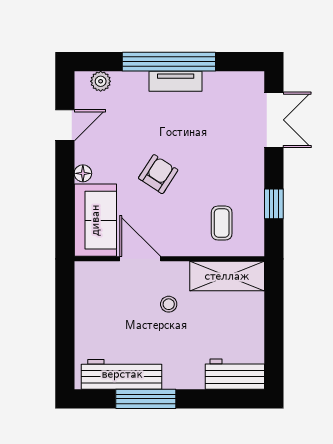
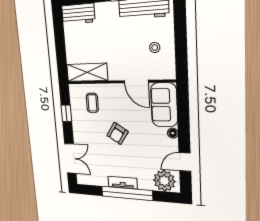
plant: (101, 81) -> (164, 181), width x1.88, depth x1.88
double door: (274, 120) -> (70, 158), swing flipped
armchair: (158, 174) -> (117, 133), moved
stool: (169, 304) -> (155, 48), moved

